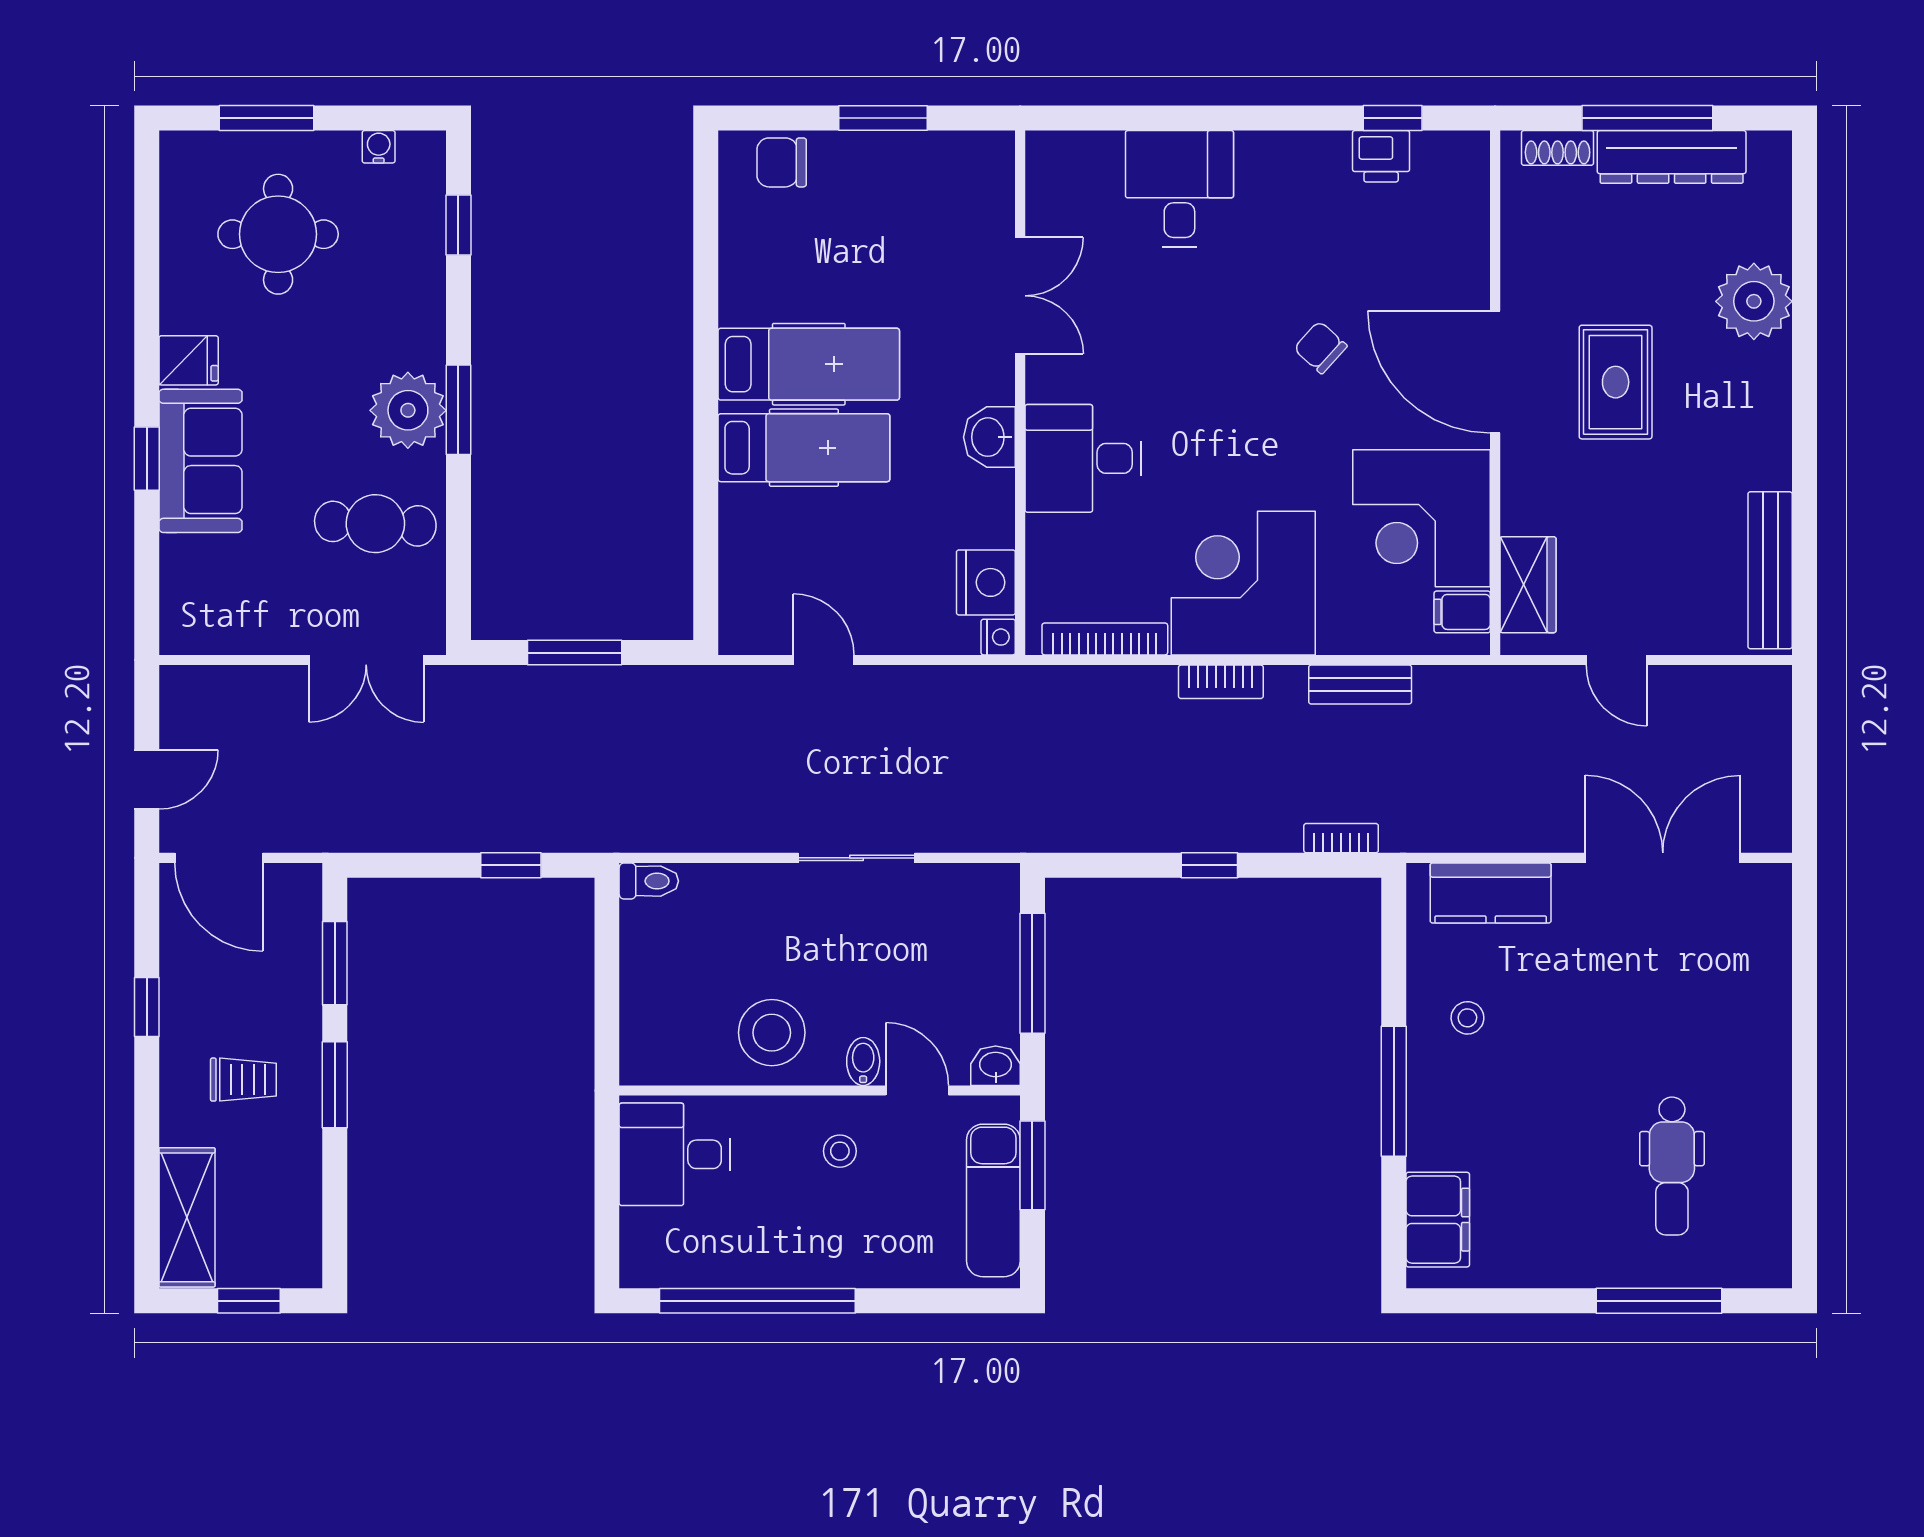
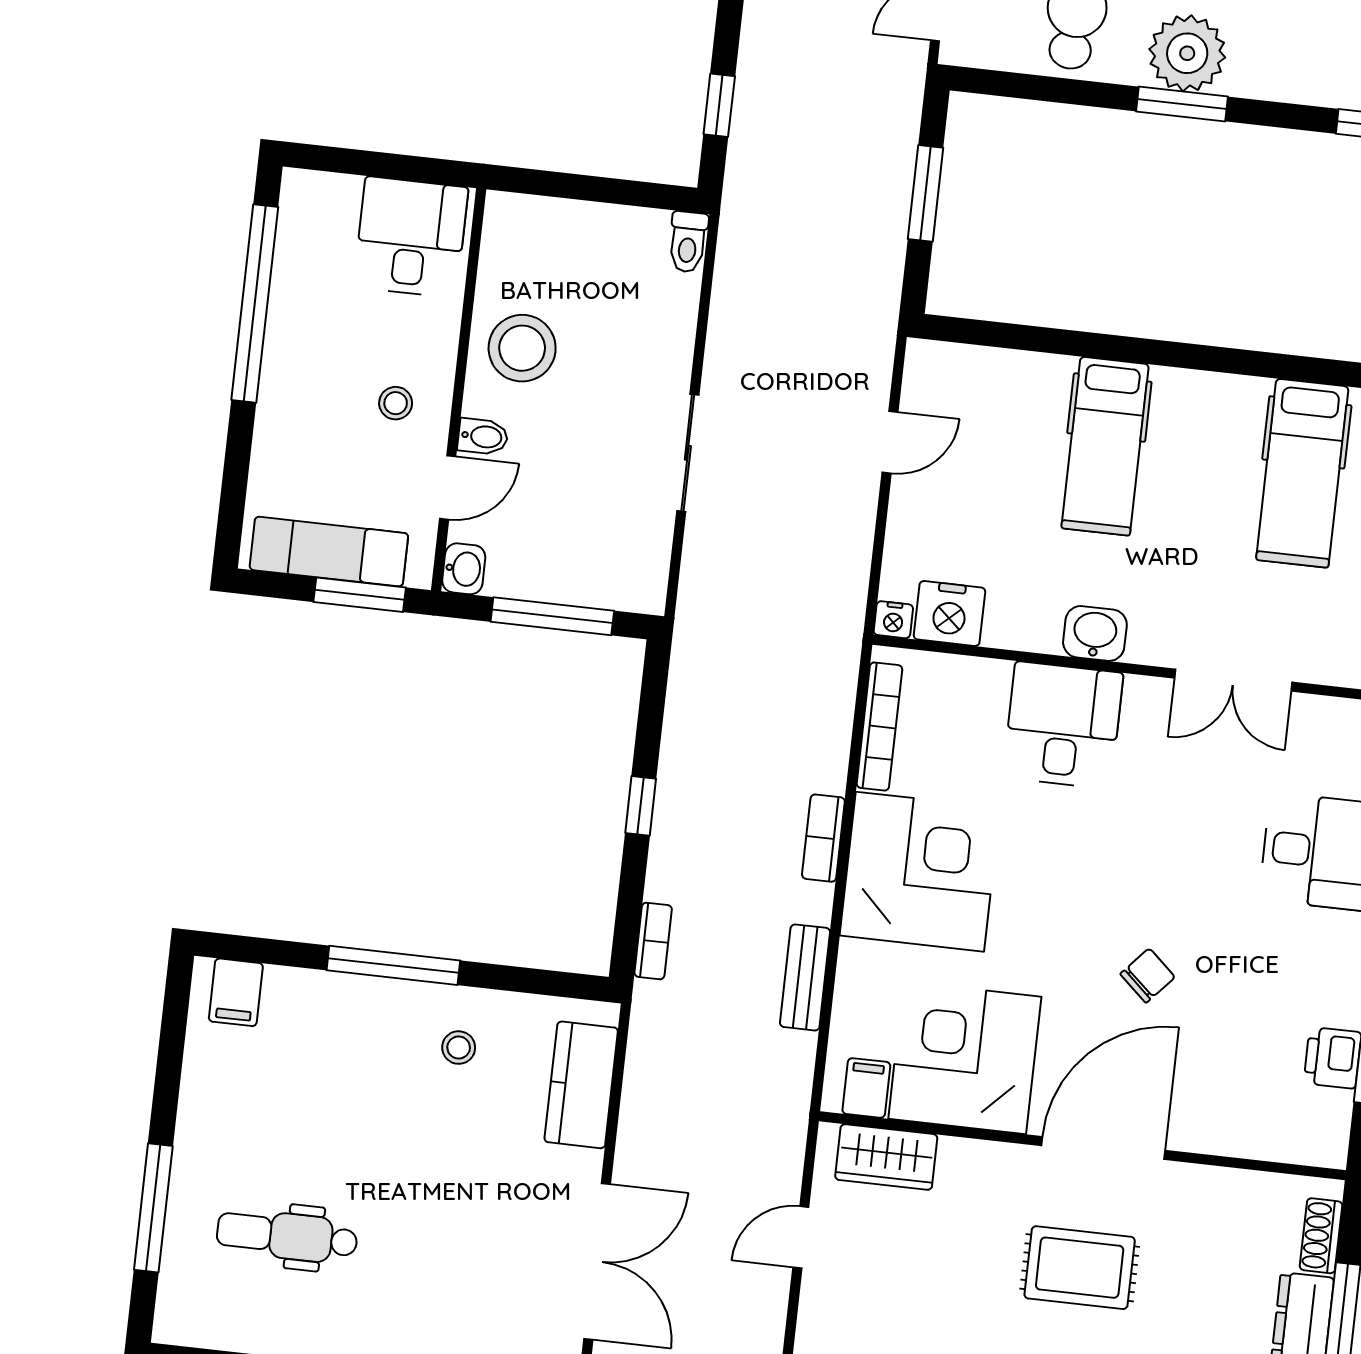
hospital bed: (809, 364) -> (1302, 473), moved
filing cabinet: (1438, 1220) -> (236, 992), width x0.50

